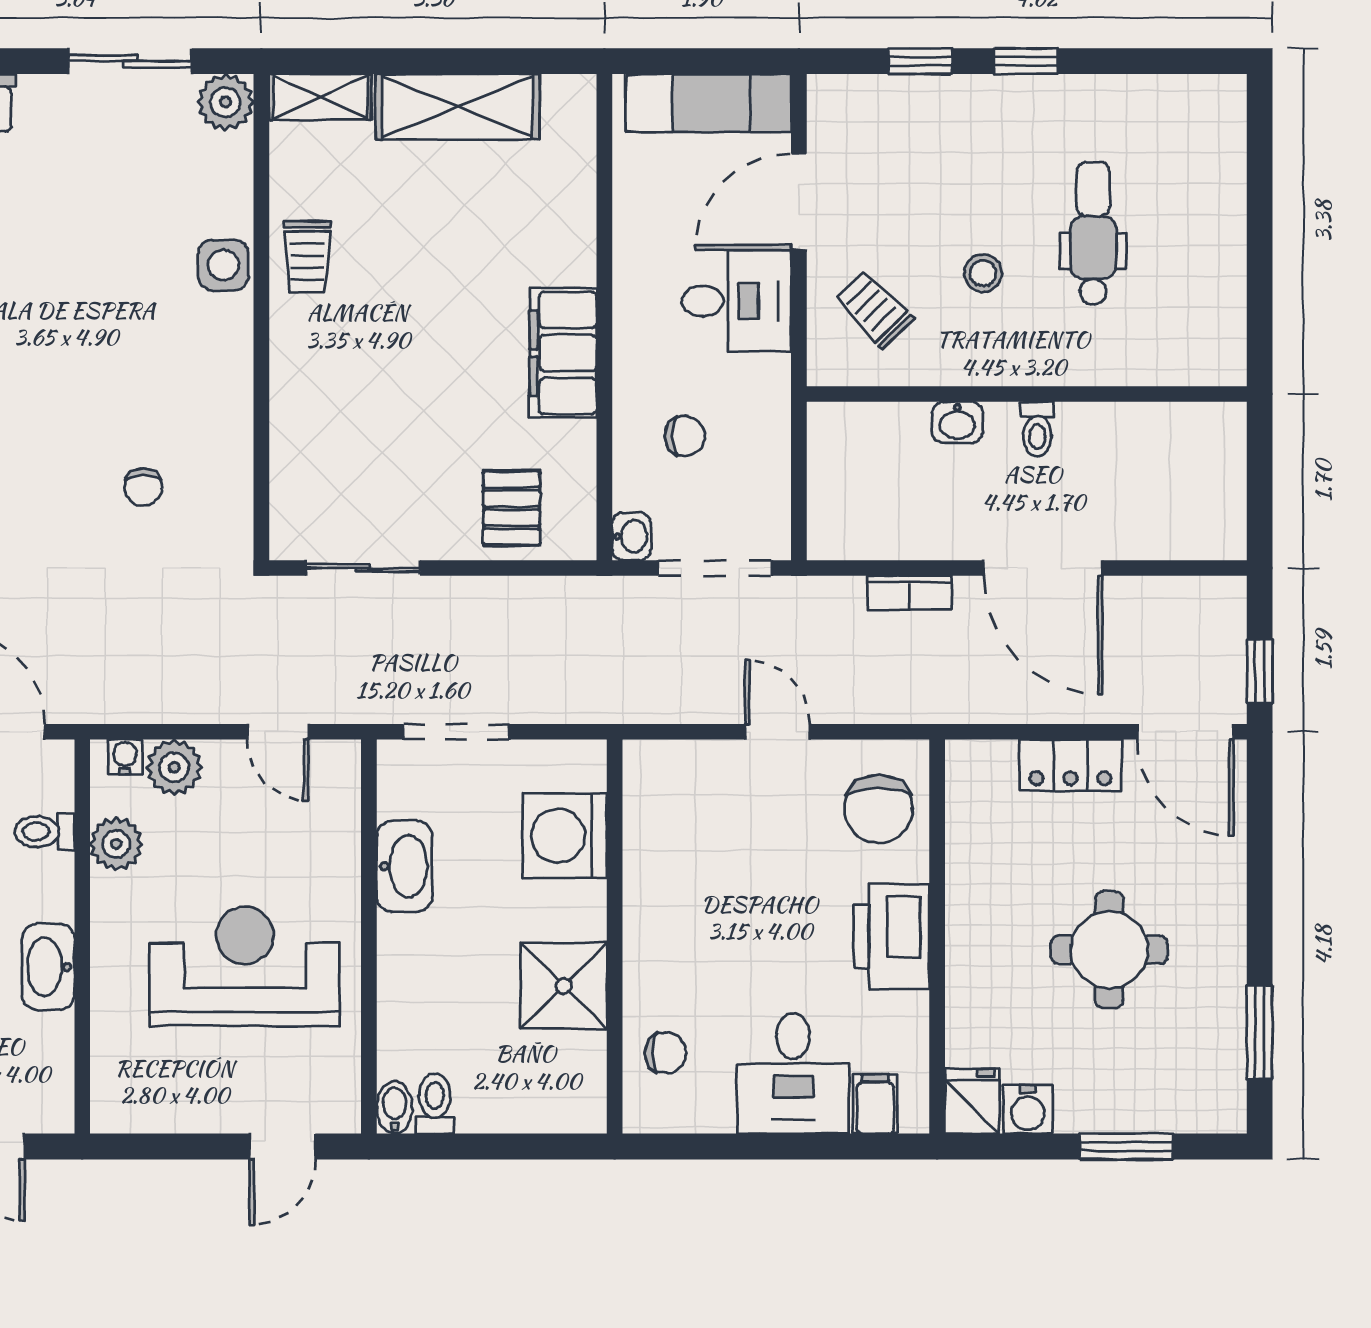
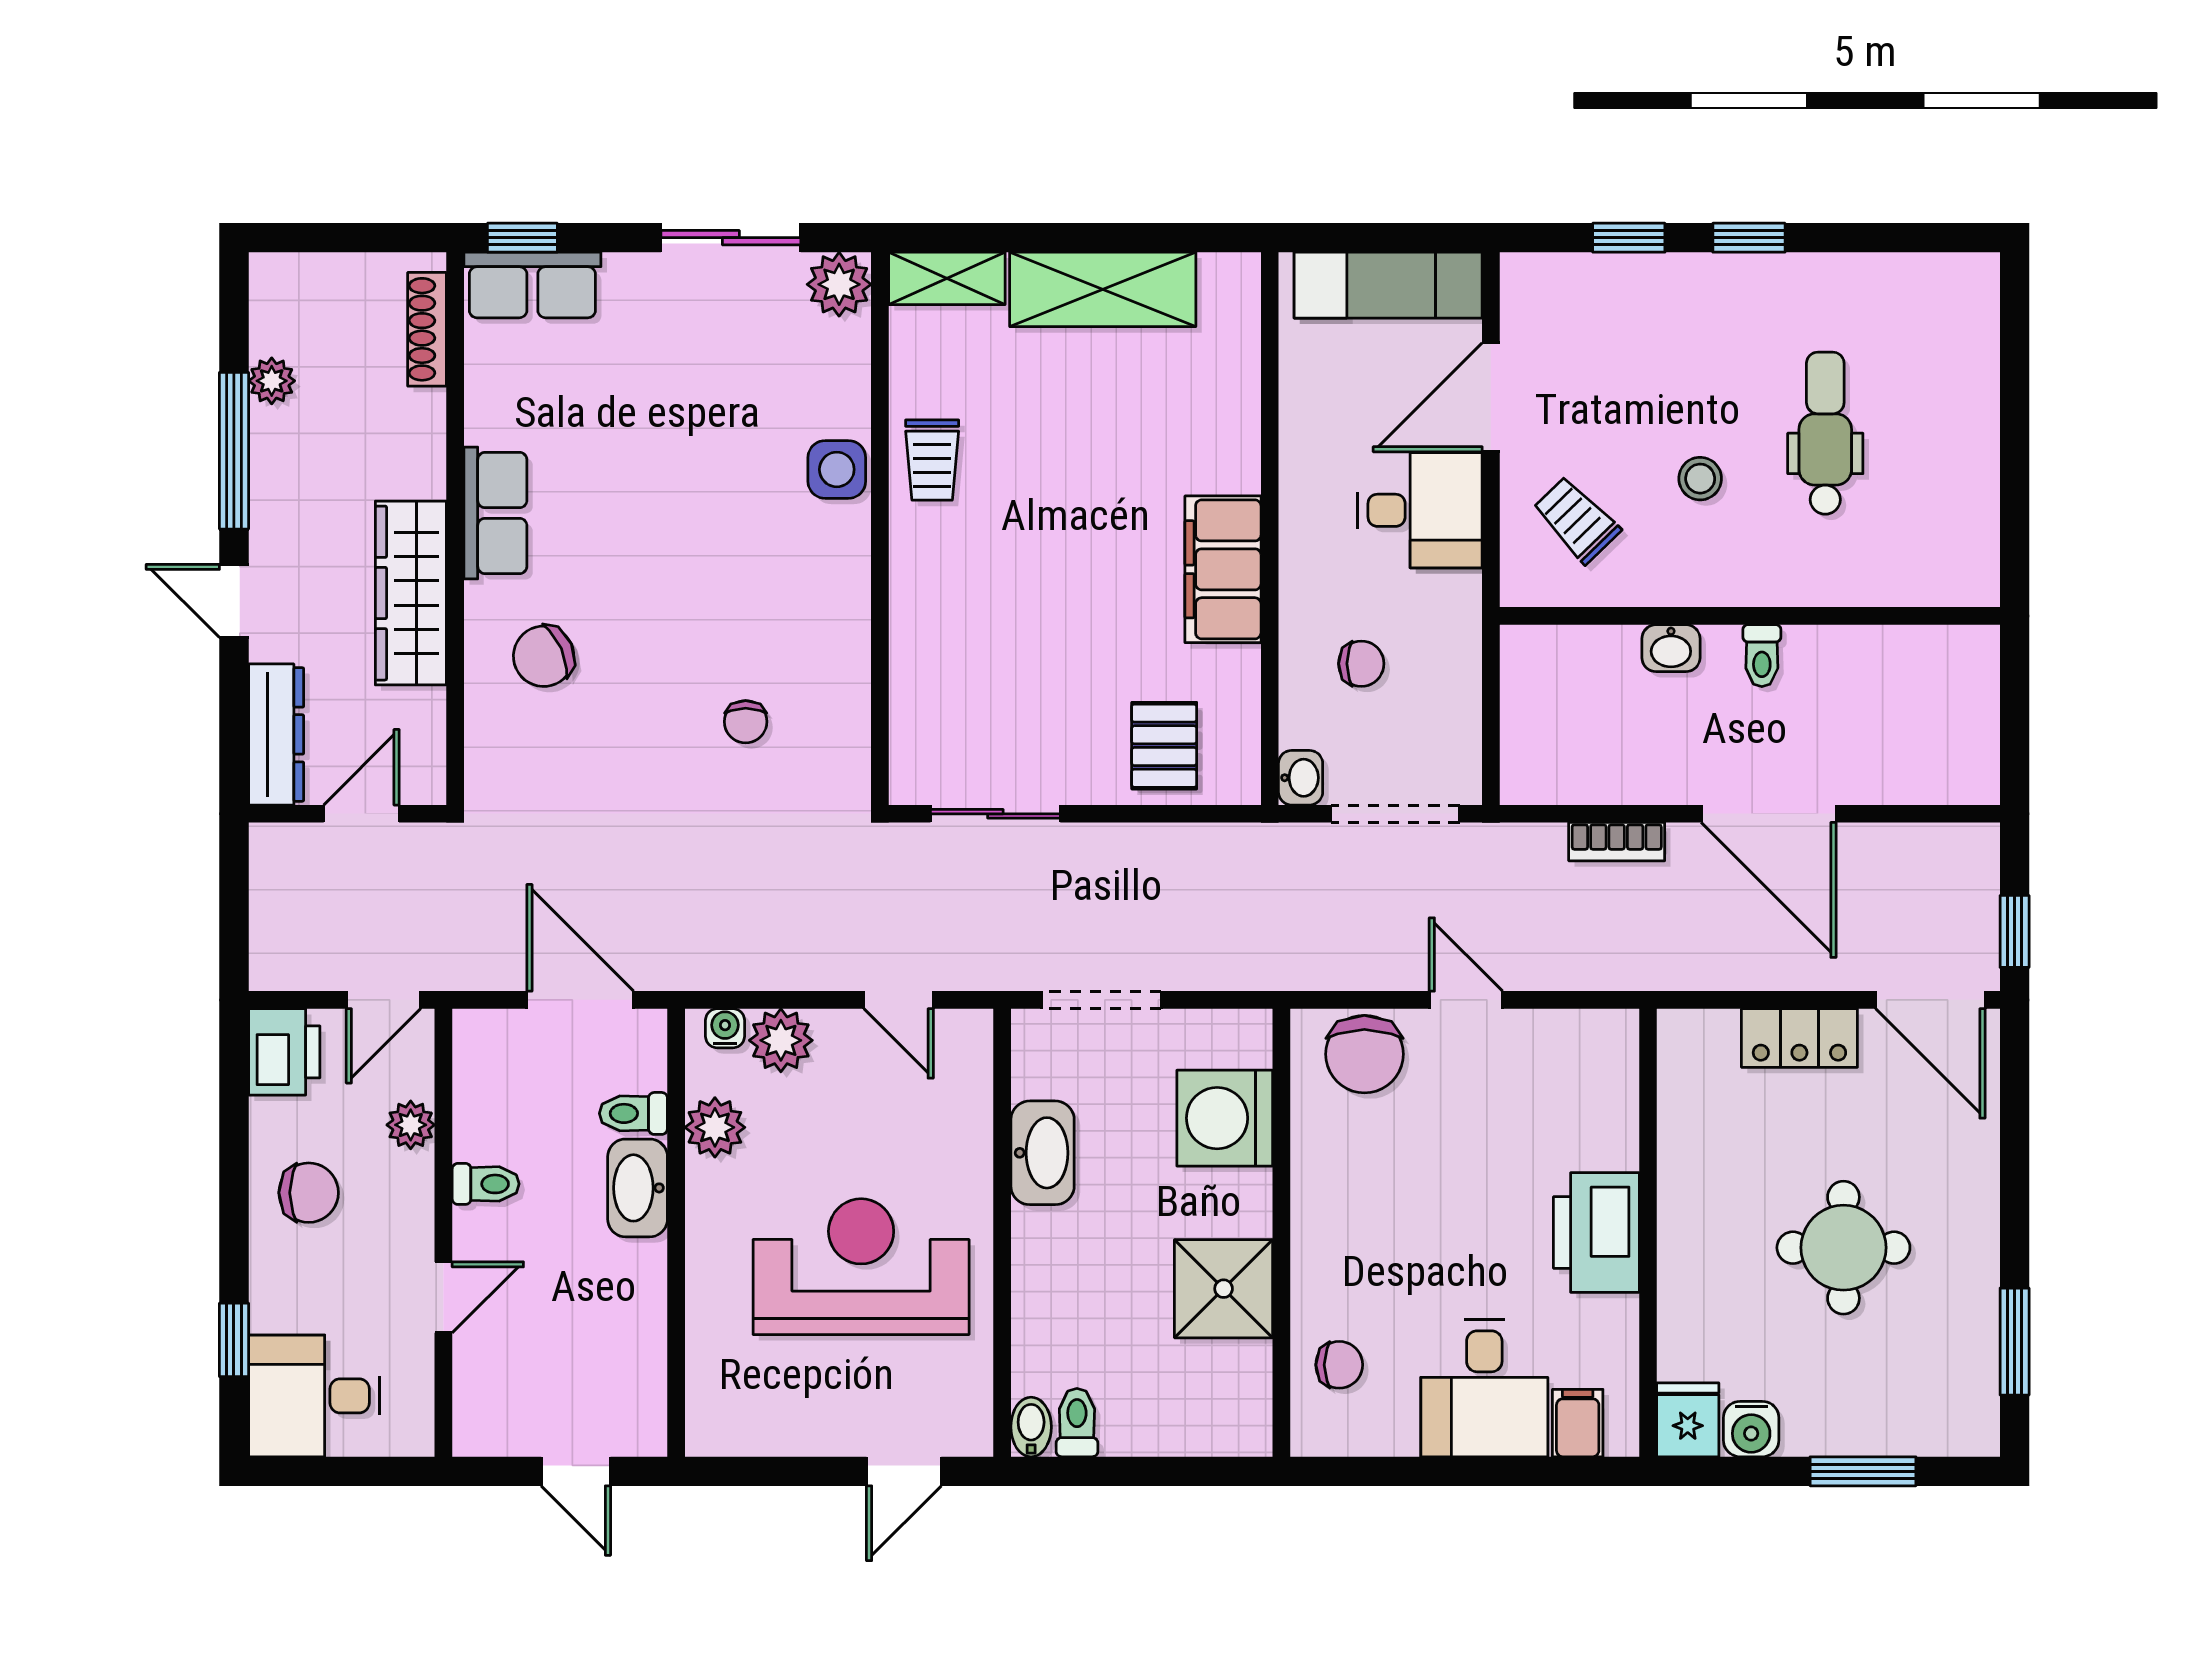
chair: (879, 809) -> (1364, 1054), moved
washbasin: (48, 967) -> (638, 1188), moved

